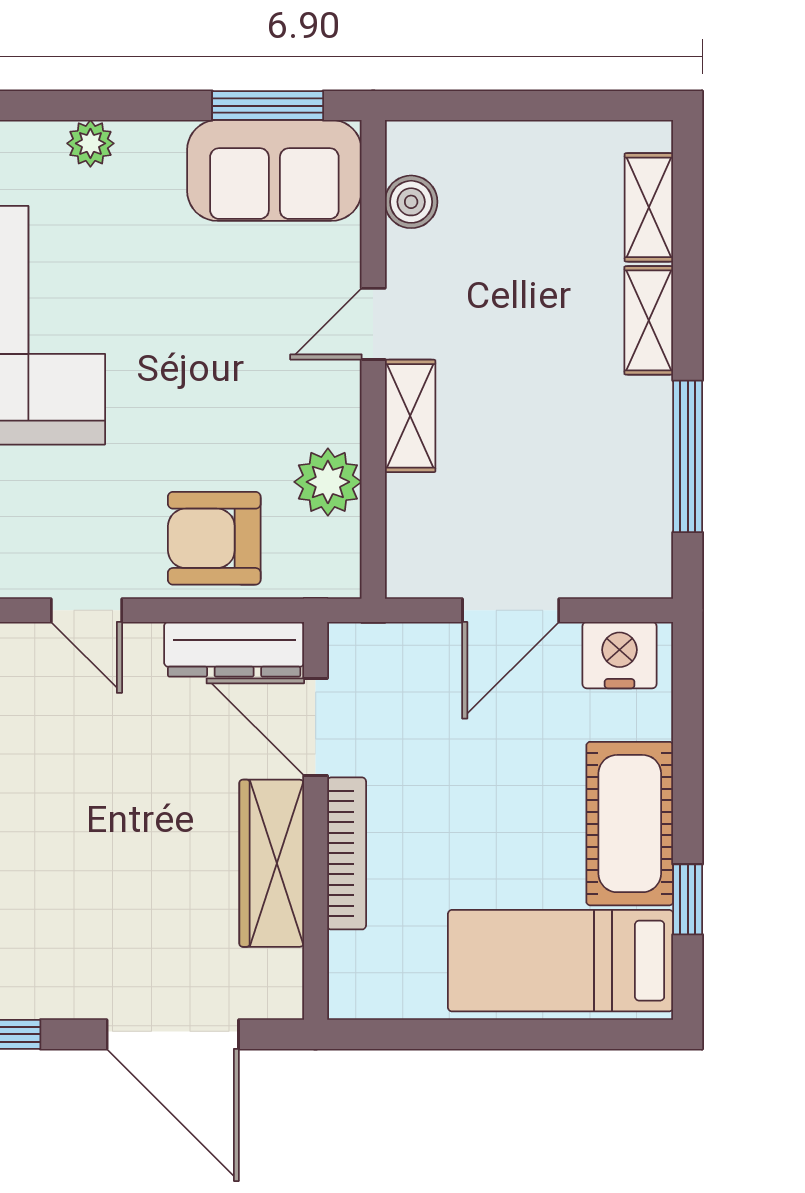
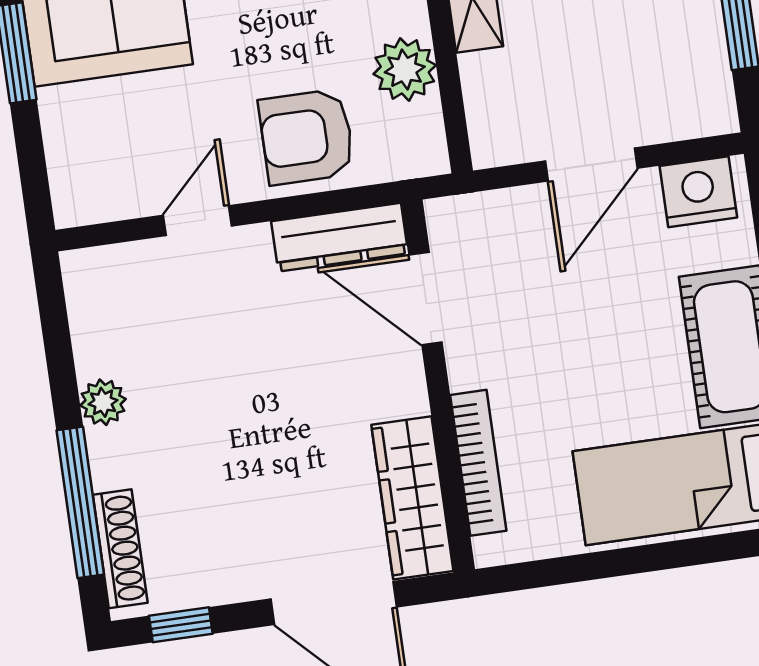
door: (86, 610) -> (197, 221), swing flipped
bookcase: (347, 853) -> (478, 463), moved
wardrobe: (272, 863) -> (412, 498), moved

